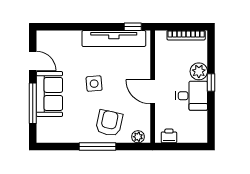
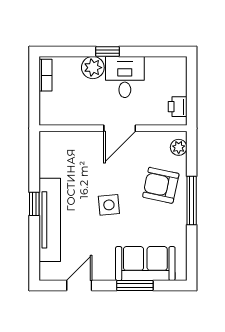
window: (133, 27) -> (34, 204), moved
bookcase: (186, 35) -> (45, 75), width x0.64
tv unit: (114, 38) -> (50, 220), moved
sofa: (49, 94) -> (145, 264), moved
window: (33, 103) -> (135, 286), width x0.69

